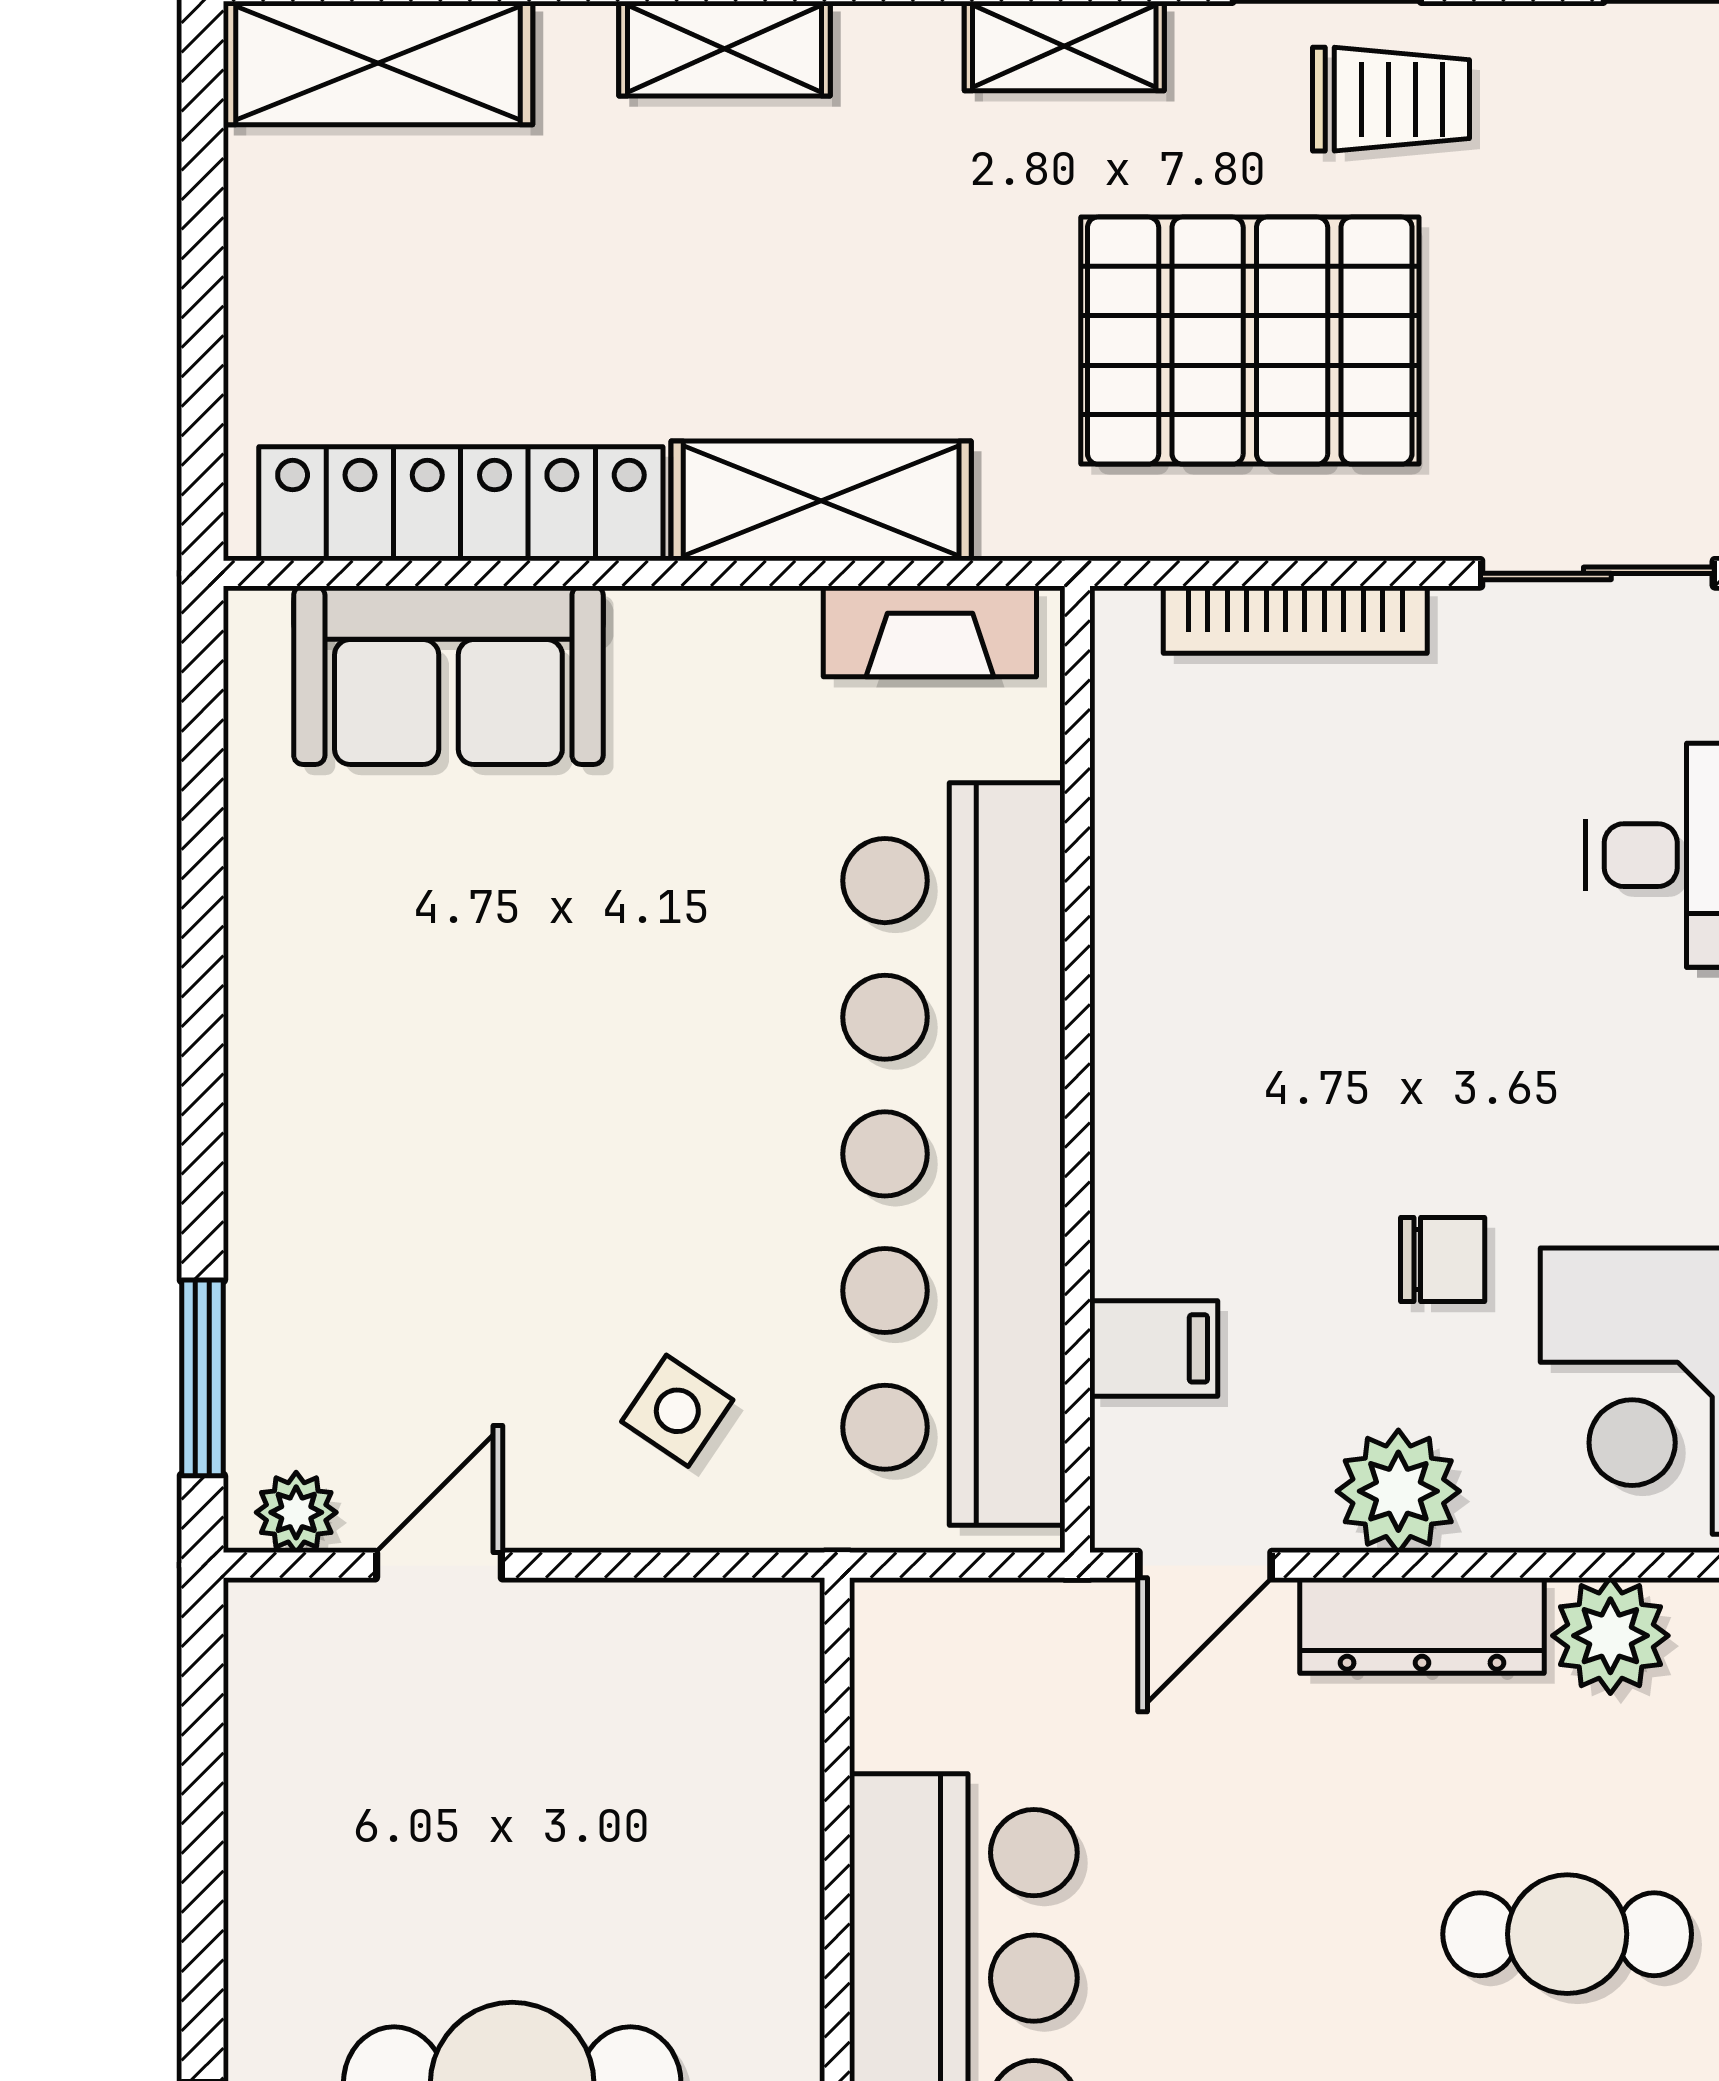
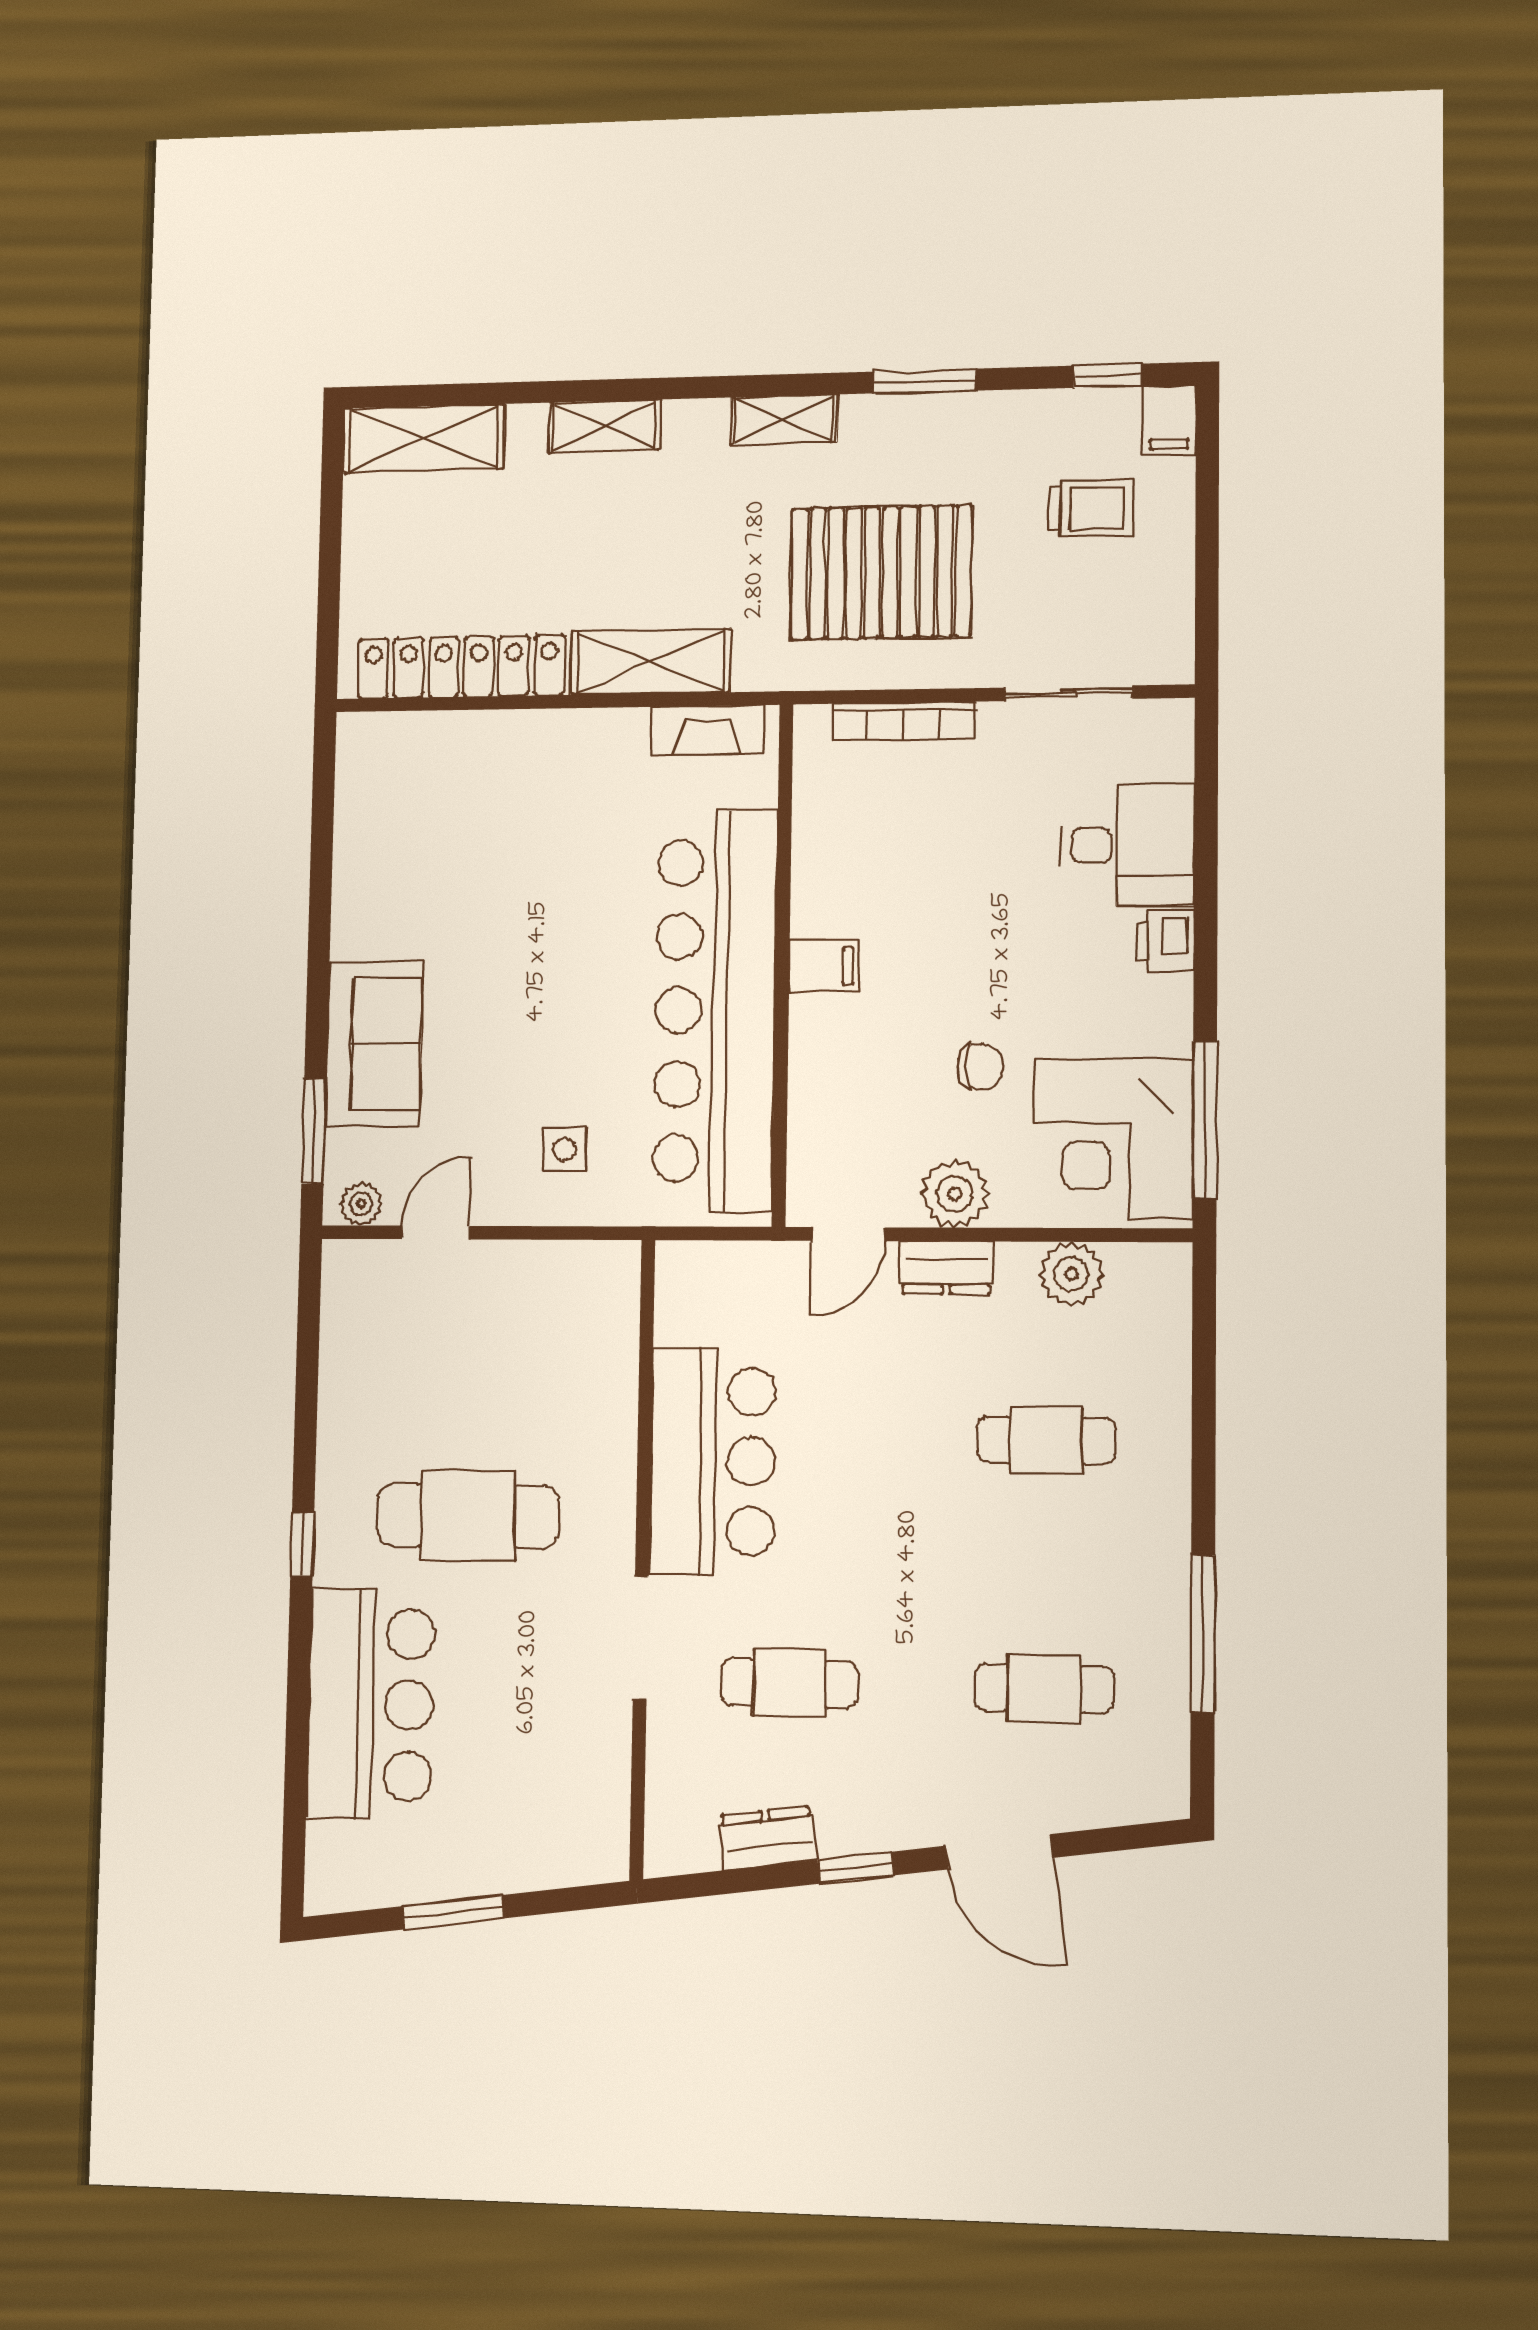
trolley: (1391, 99) -> (1091, 508), moved
sofa: (448, 675) -> (374, 1044), moved, turned -90
filing cabinet: (1154, 1348) -> (824, 966), moved
side table: (677, 1411) -> (564, 1149), turned -34
dresser: (1422, 1625) -> (946, 1268), width x0.70

